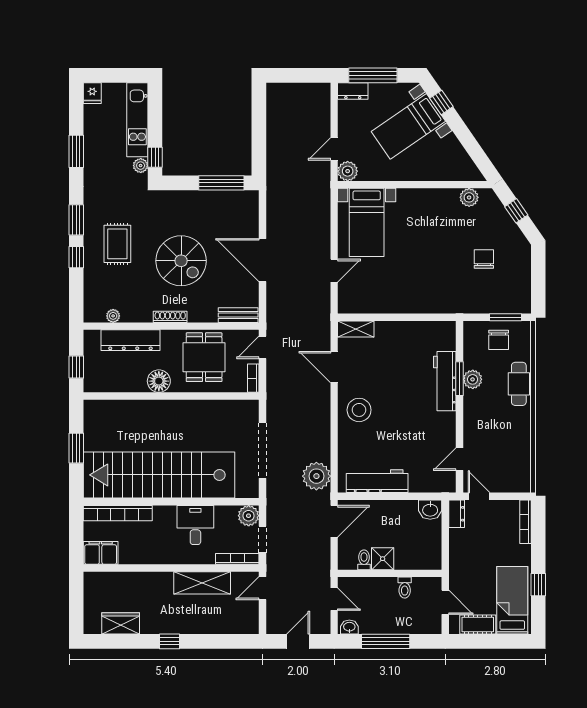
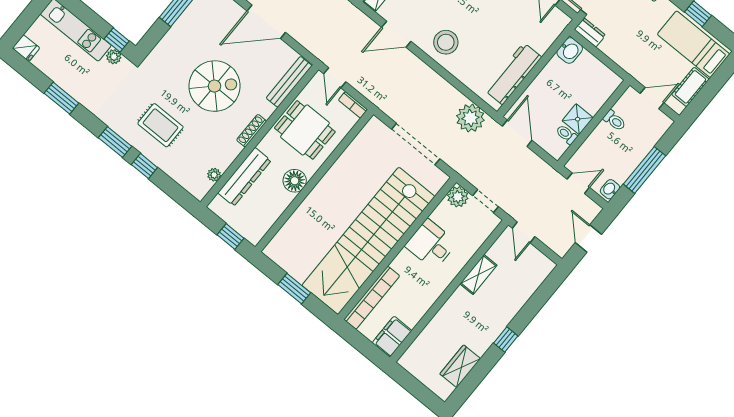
bench: (238, 315) -> (289, 82), width x1.36
bookcase: (237, 559) -> (484, 233), removed
shelving: (202, 583) -> (478, 275), width x0.67, depth x0.75

